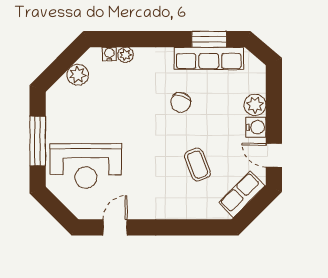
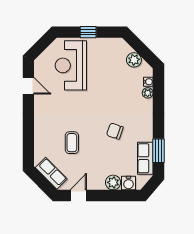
row of seats: (209, 58) -> (145, 158), width x0.68
water cooler: (256, 127) -> (129, 183), moved
window: (38, 141) -> (88, 32), width x0.46
coffee table: (197, 165) -> (72, 143), turned -69

